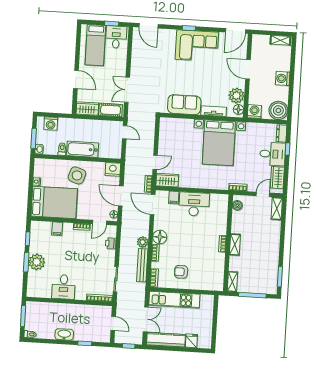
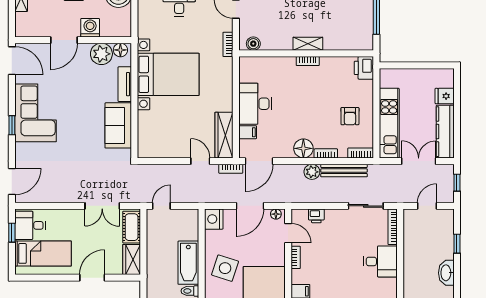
washing machine: (254, 112) -> (90, 28), moved, turned 90
wardrobe: (167, 180) -> (224, 135), width x1.50
shelving: (232, 282) -> (359, 44), removed
printer: (215, 284) -> (364, 68), added
desk: (64, 287) -> (380, 261), moved

